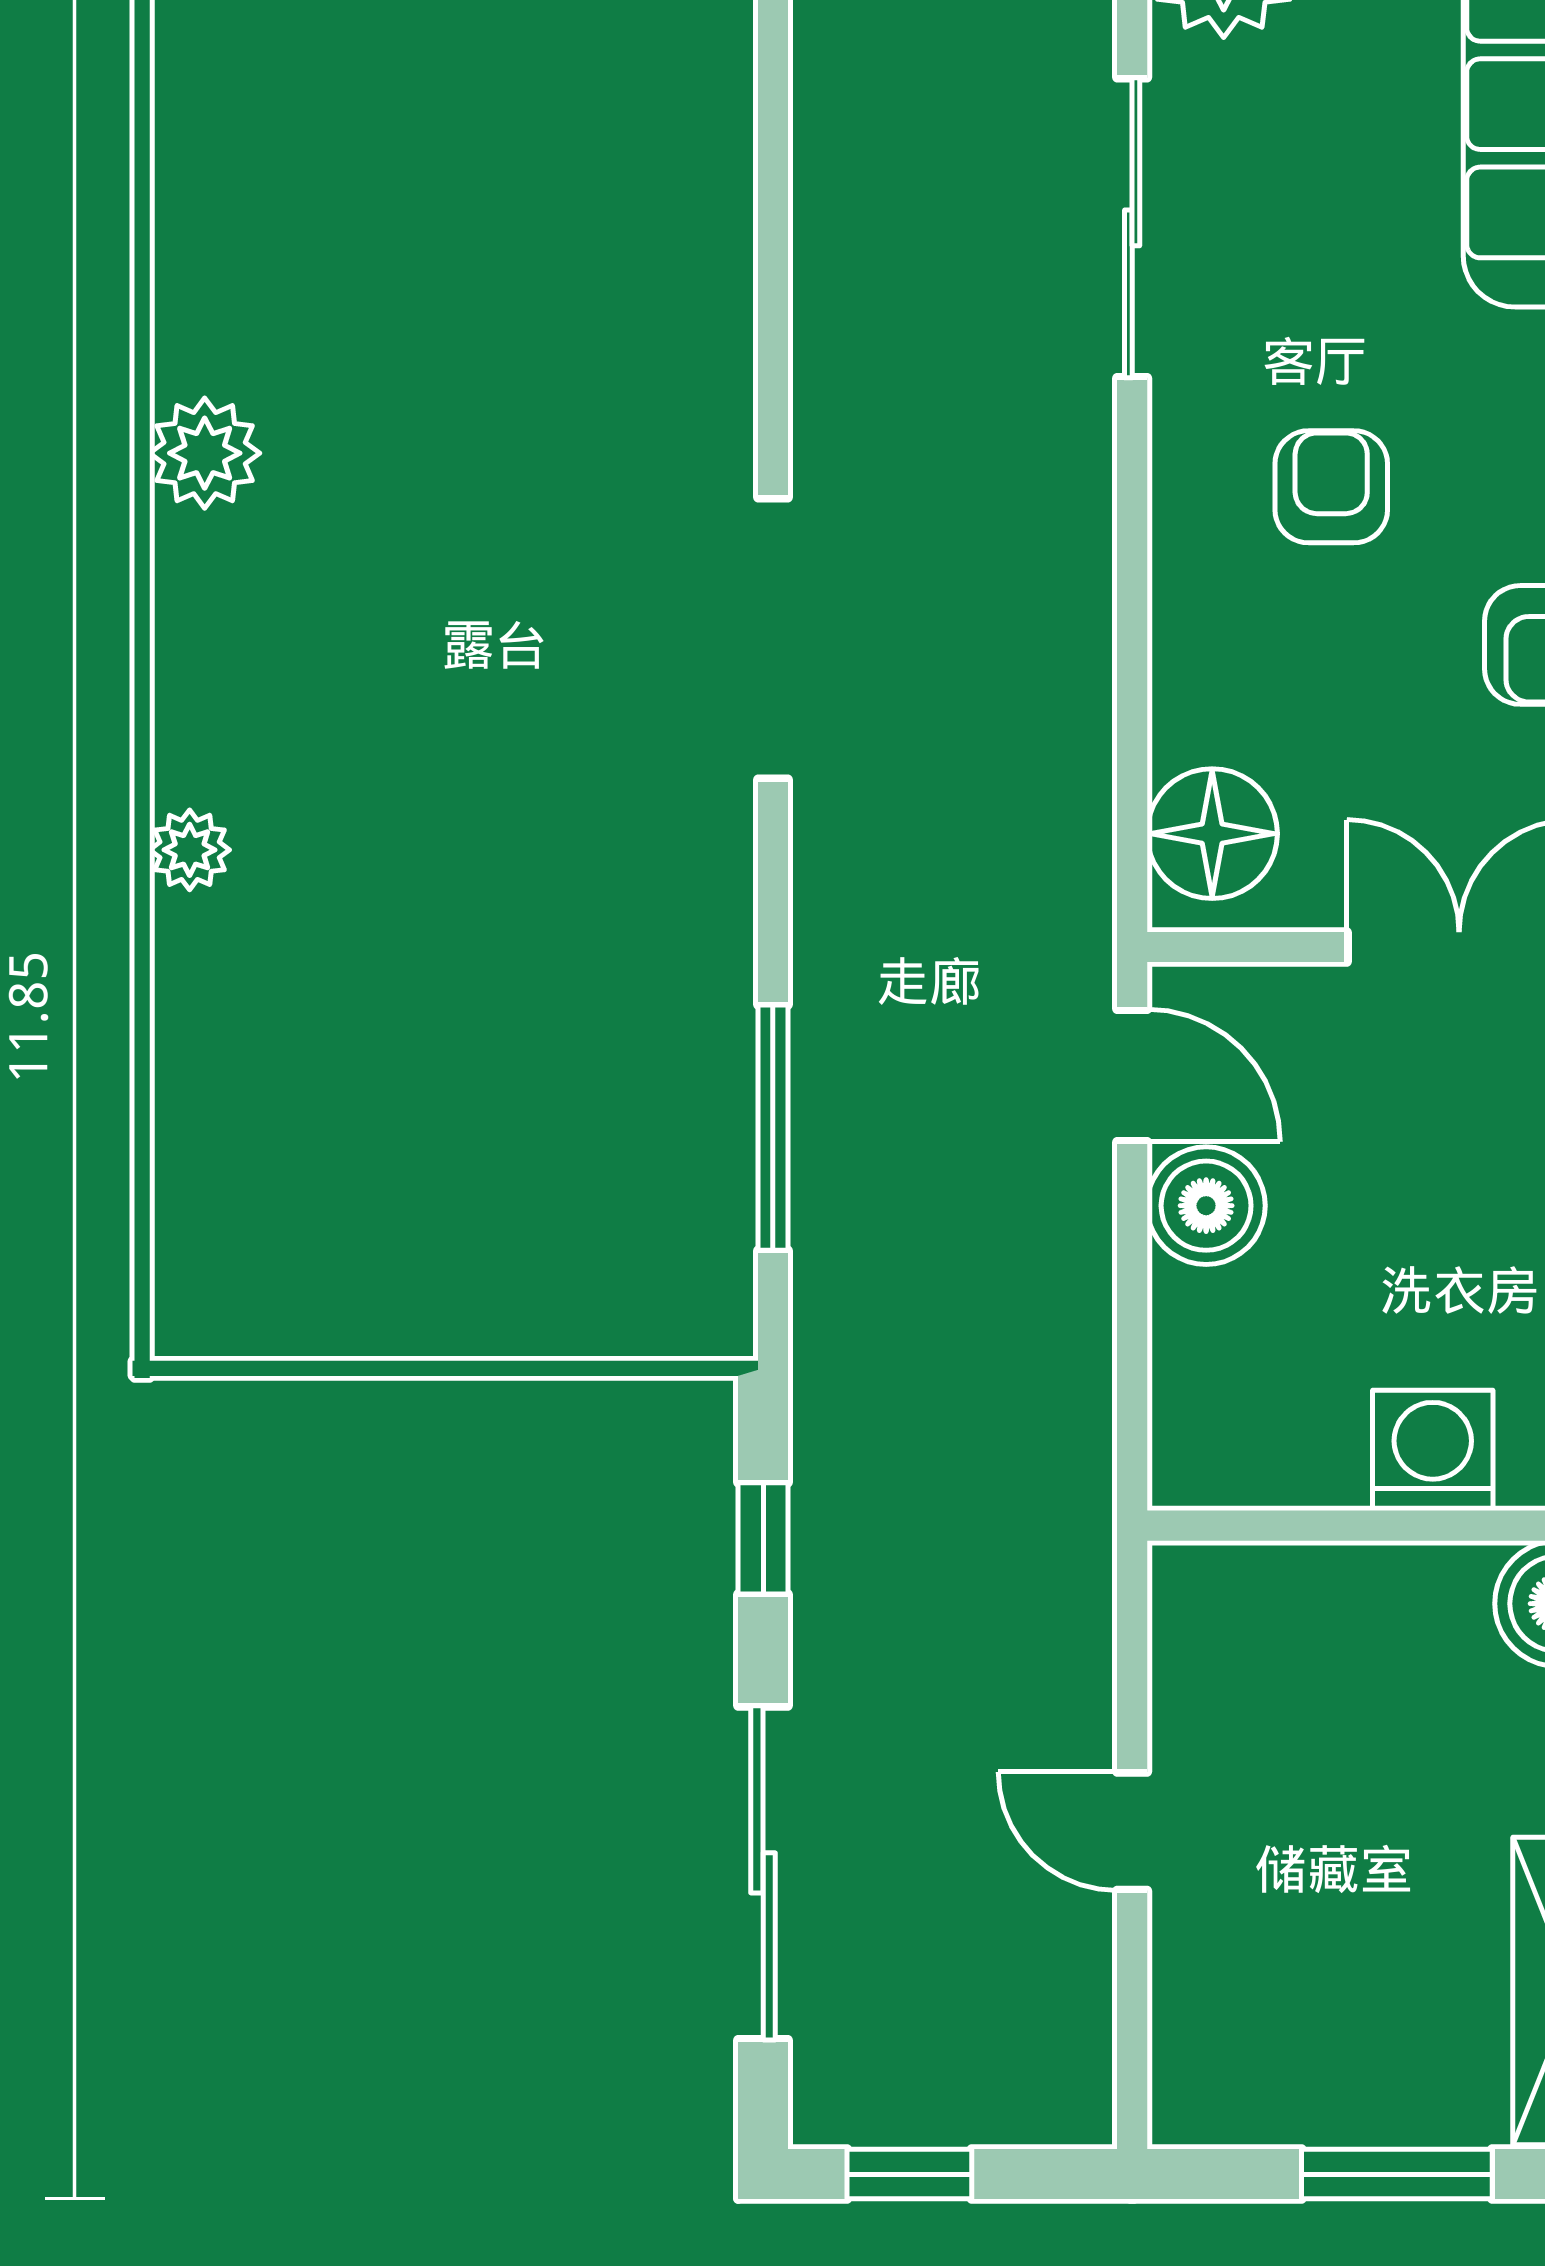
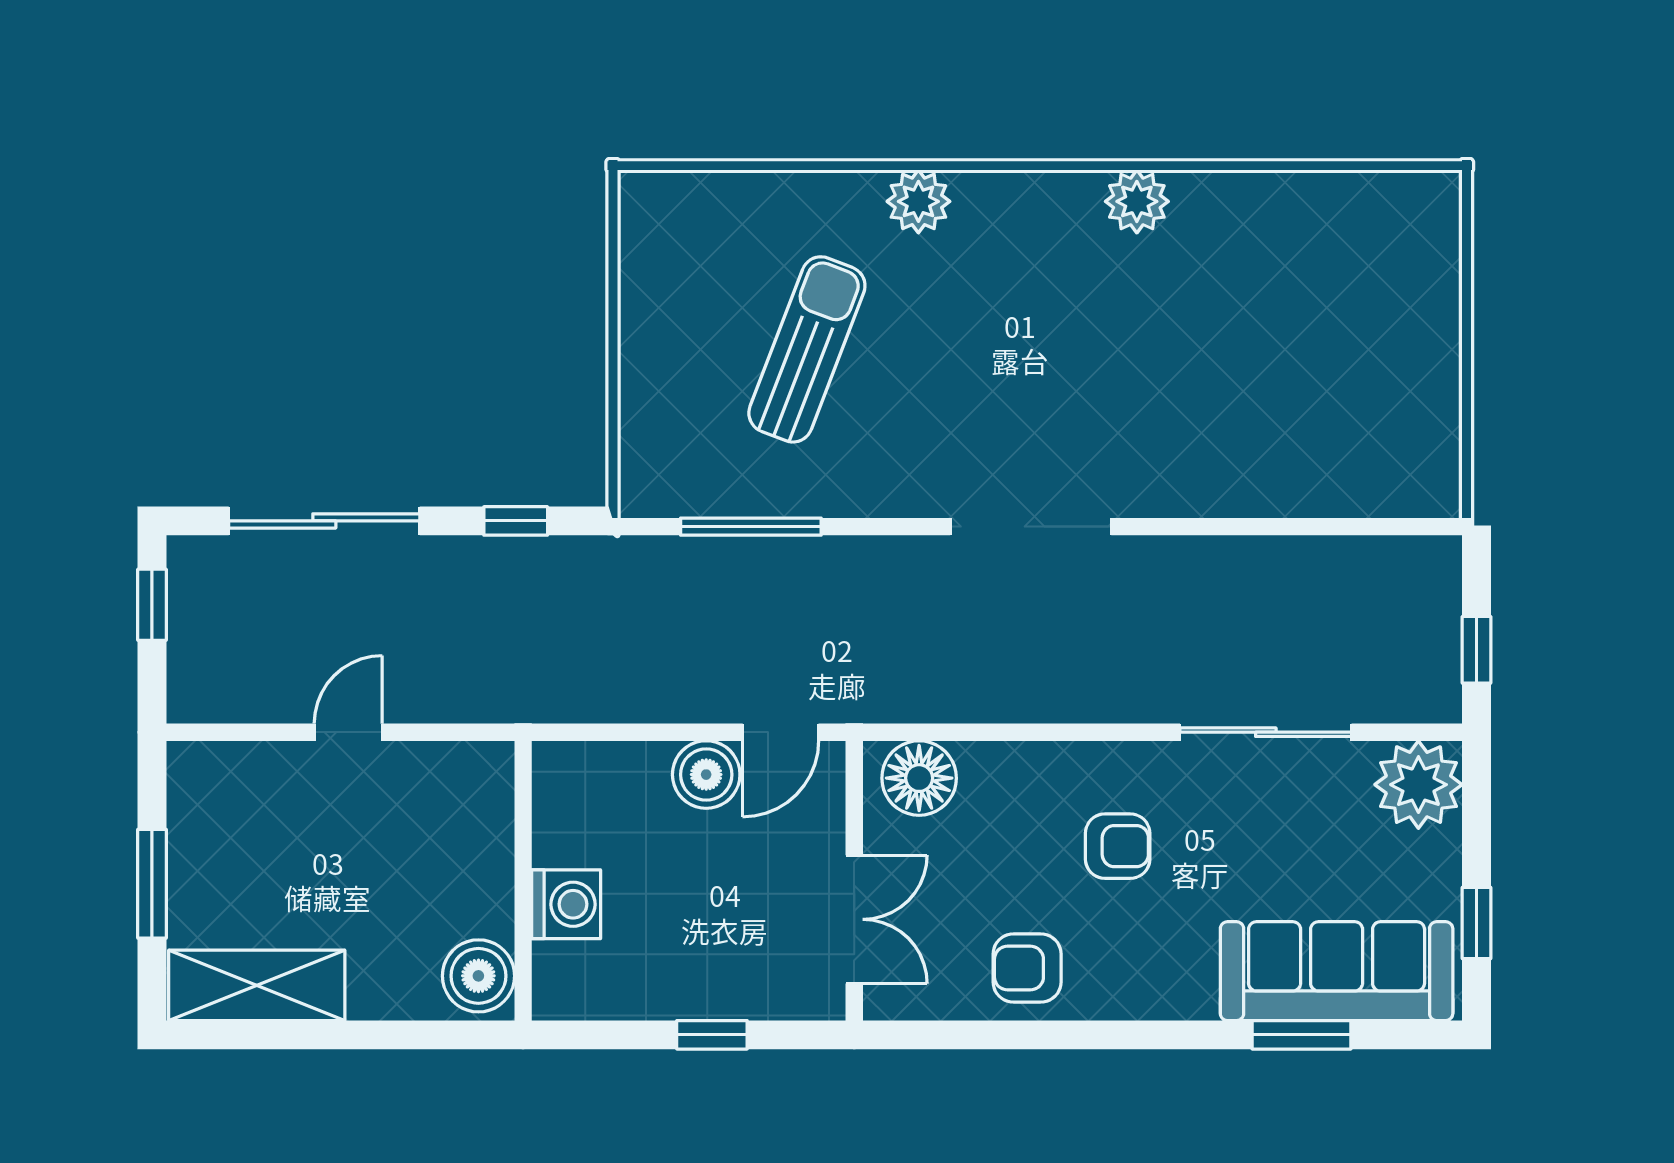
plant: (190, 850) -> (918, 201), width x1.38, depth x1.38
sun lounger: (463, 1030) -> (807, 349), added

